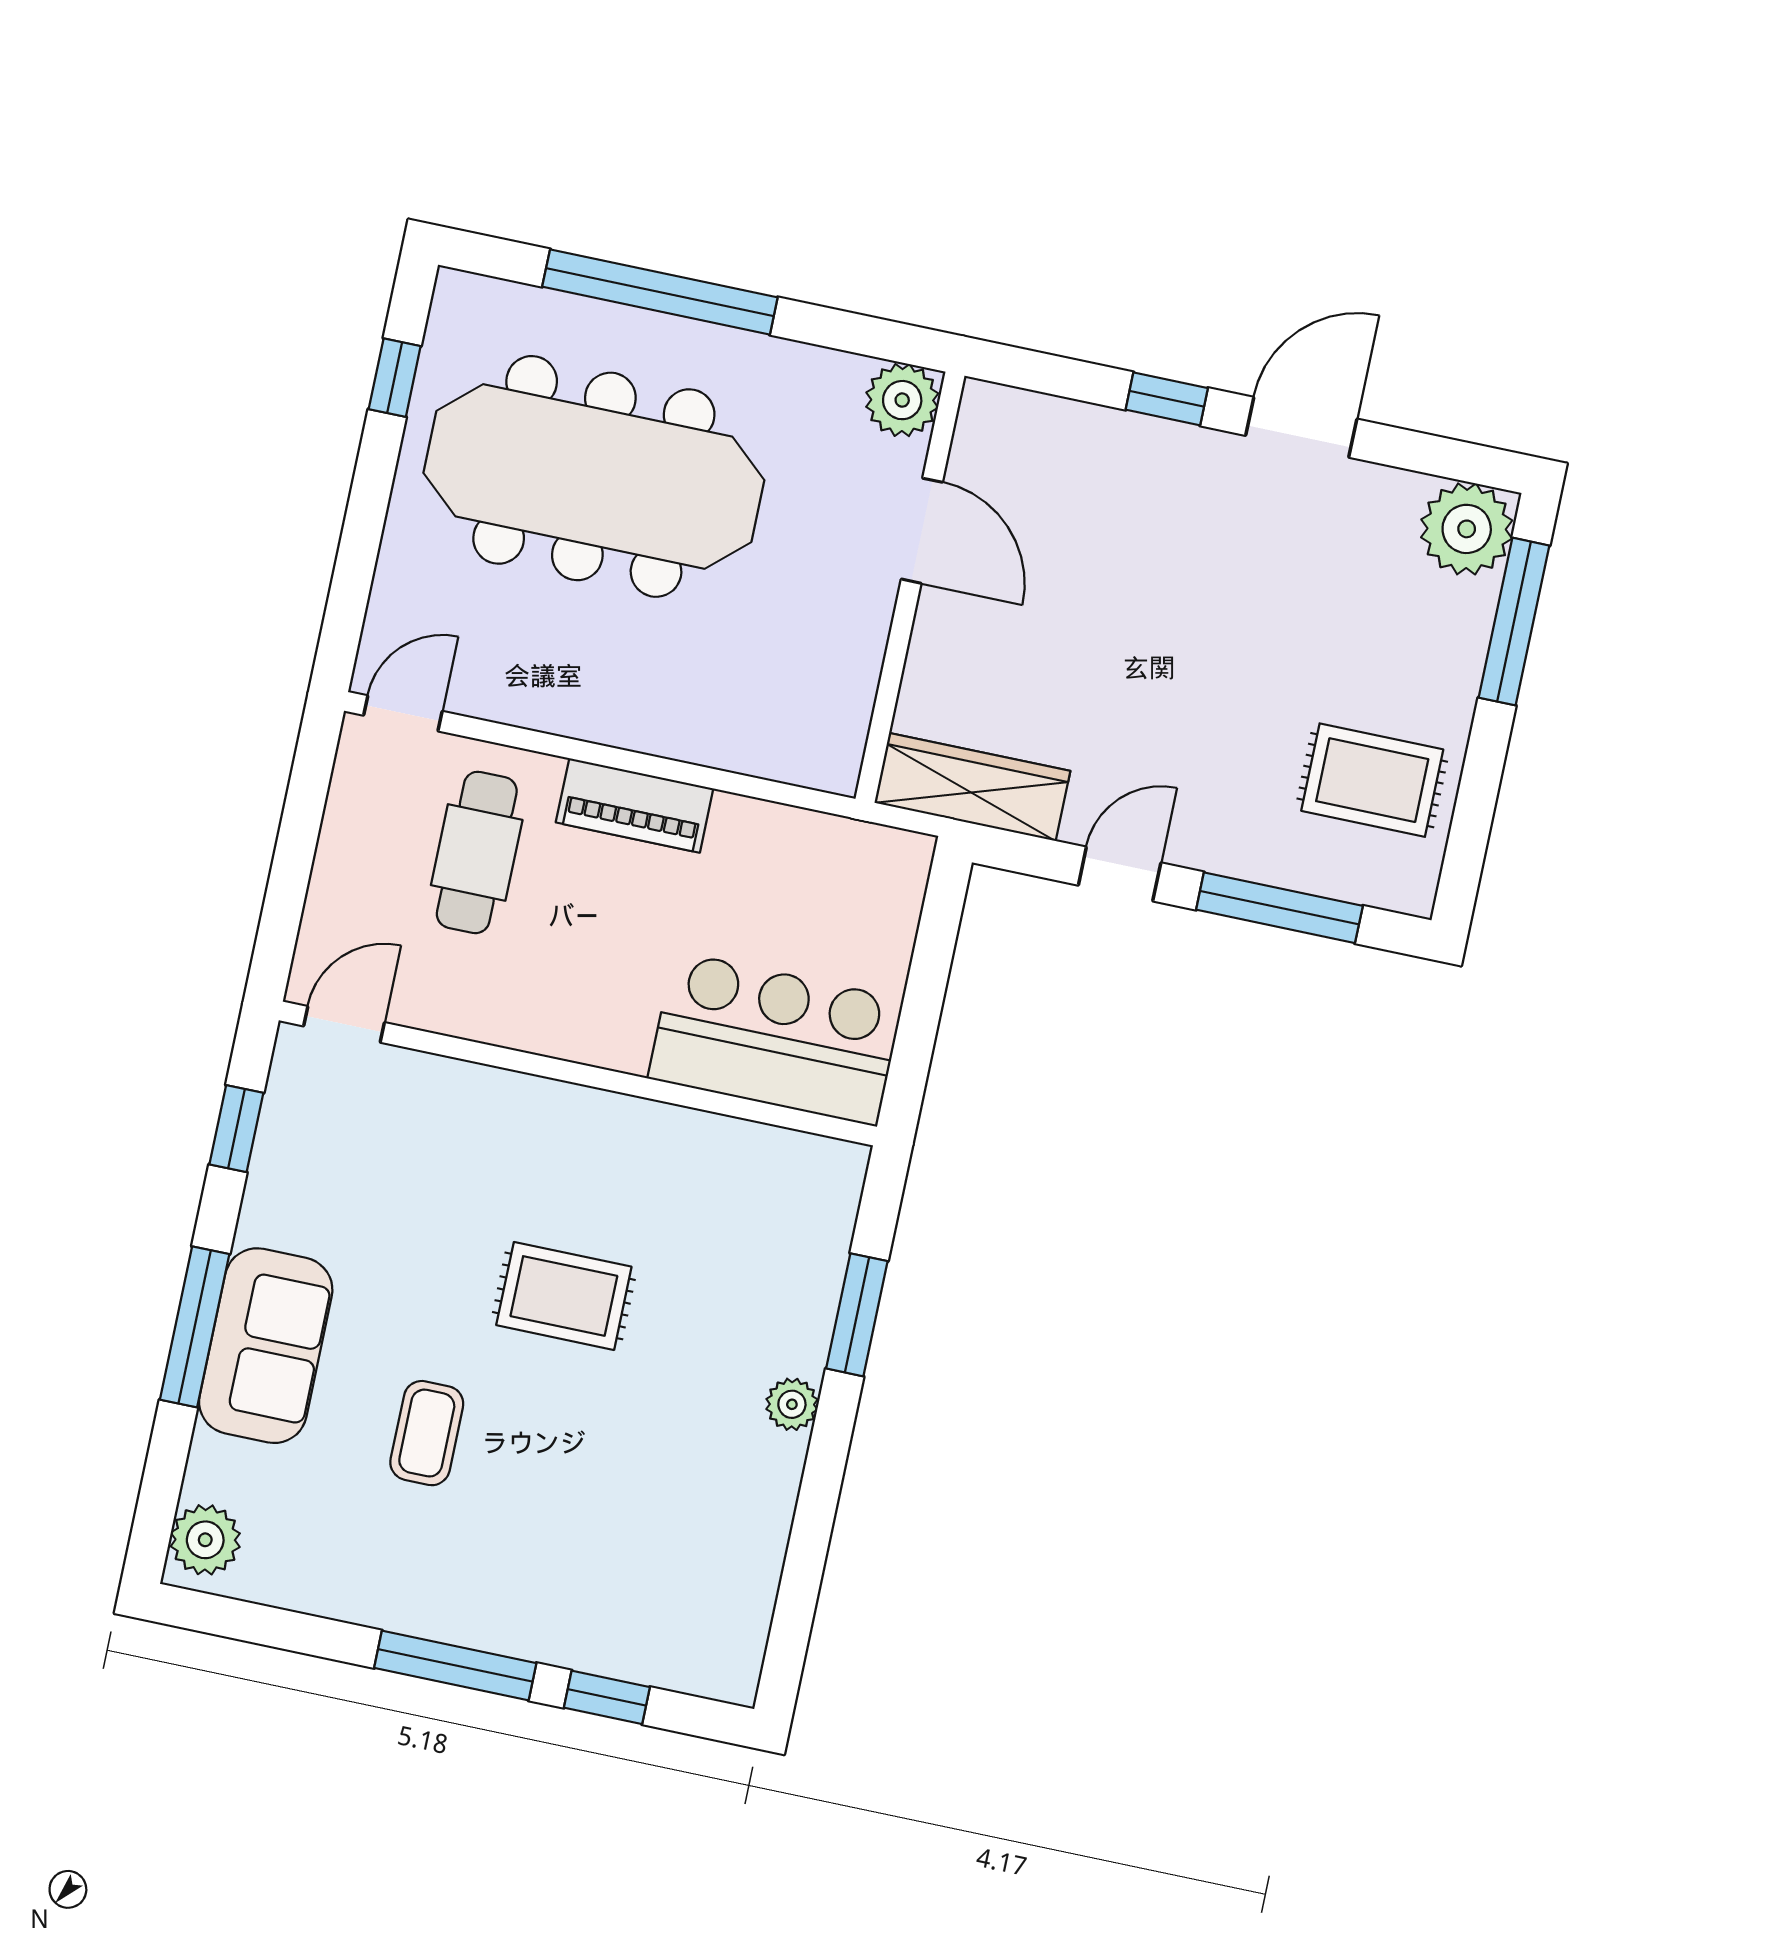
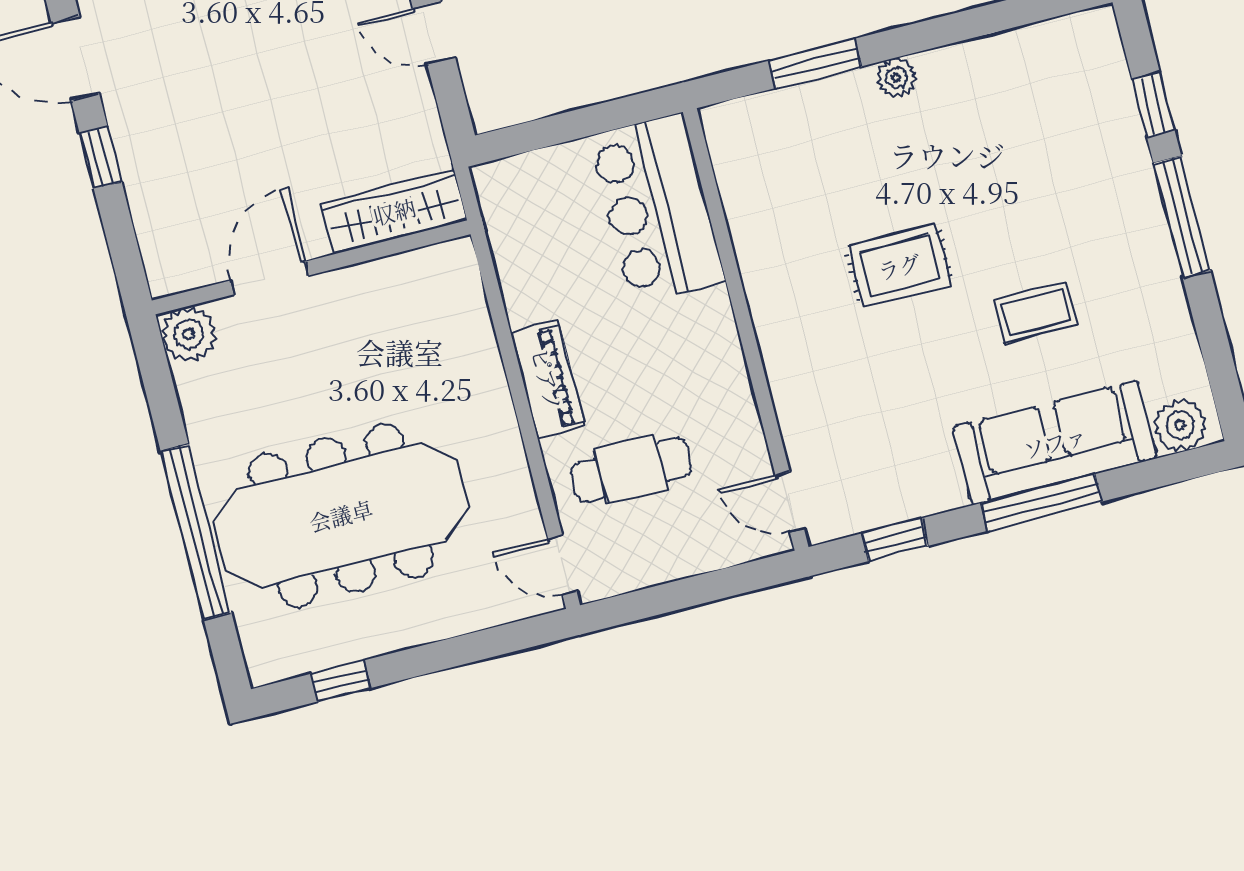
meeting table: (594, 476) -> (341, 515), turned 90
wardrobe: (972, 787) -> (394, 211), moved, turned 90
rug: (564, 1296) -> (899, 266), turned 90
sofa: (266, 1346) -> (1055, 442), width x1.36

